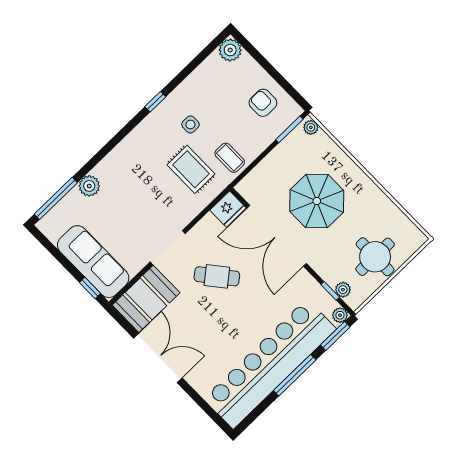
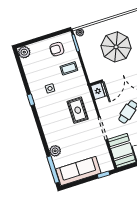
coffee table: (230, 158) -> (69, 68), moved
rug: (191, 169) -> (78, 110), moved, turned 90
sofa: (93, 262) -> (78, 171), moved

